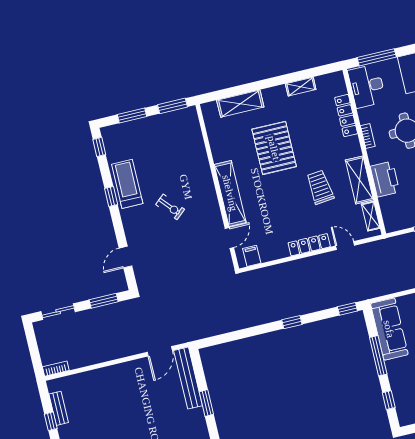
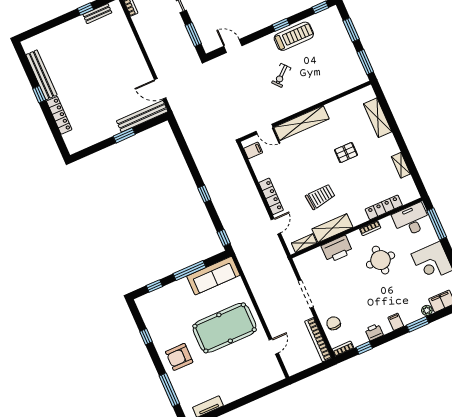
pallet: (274, 148) -> (346, 153), width x0.49, depth x0.50

